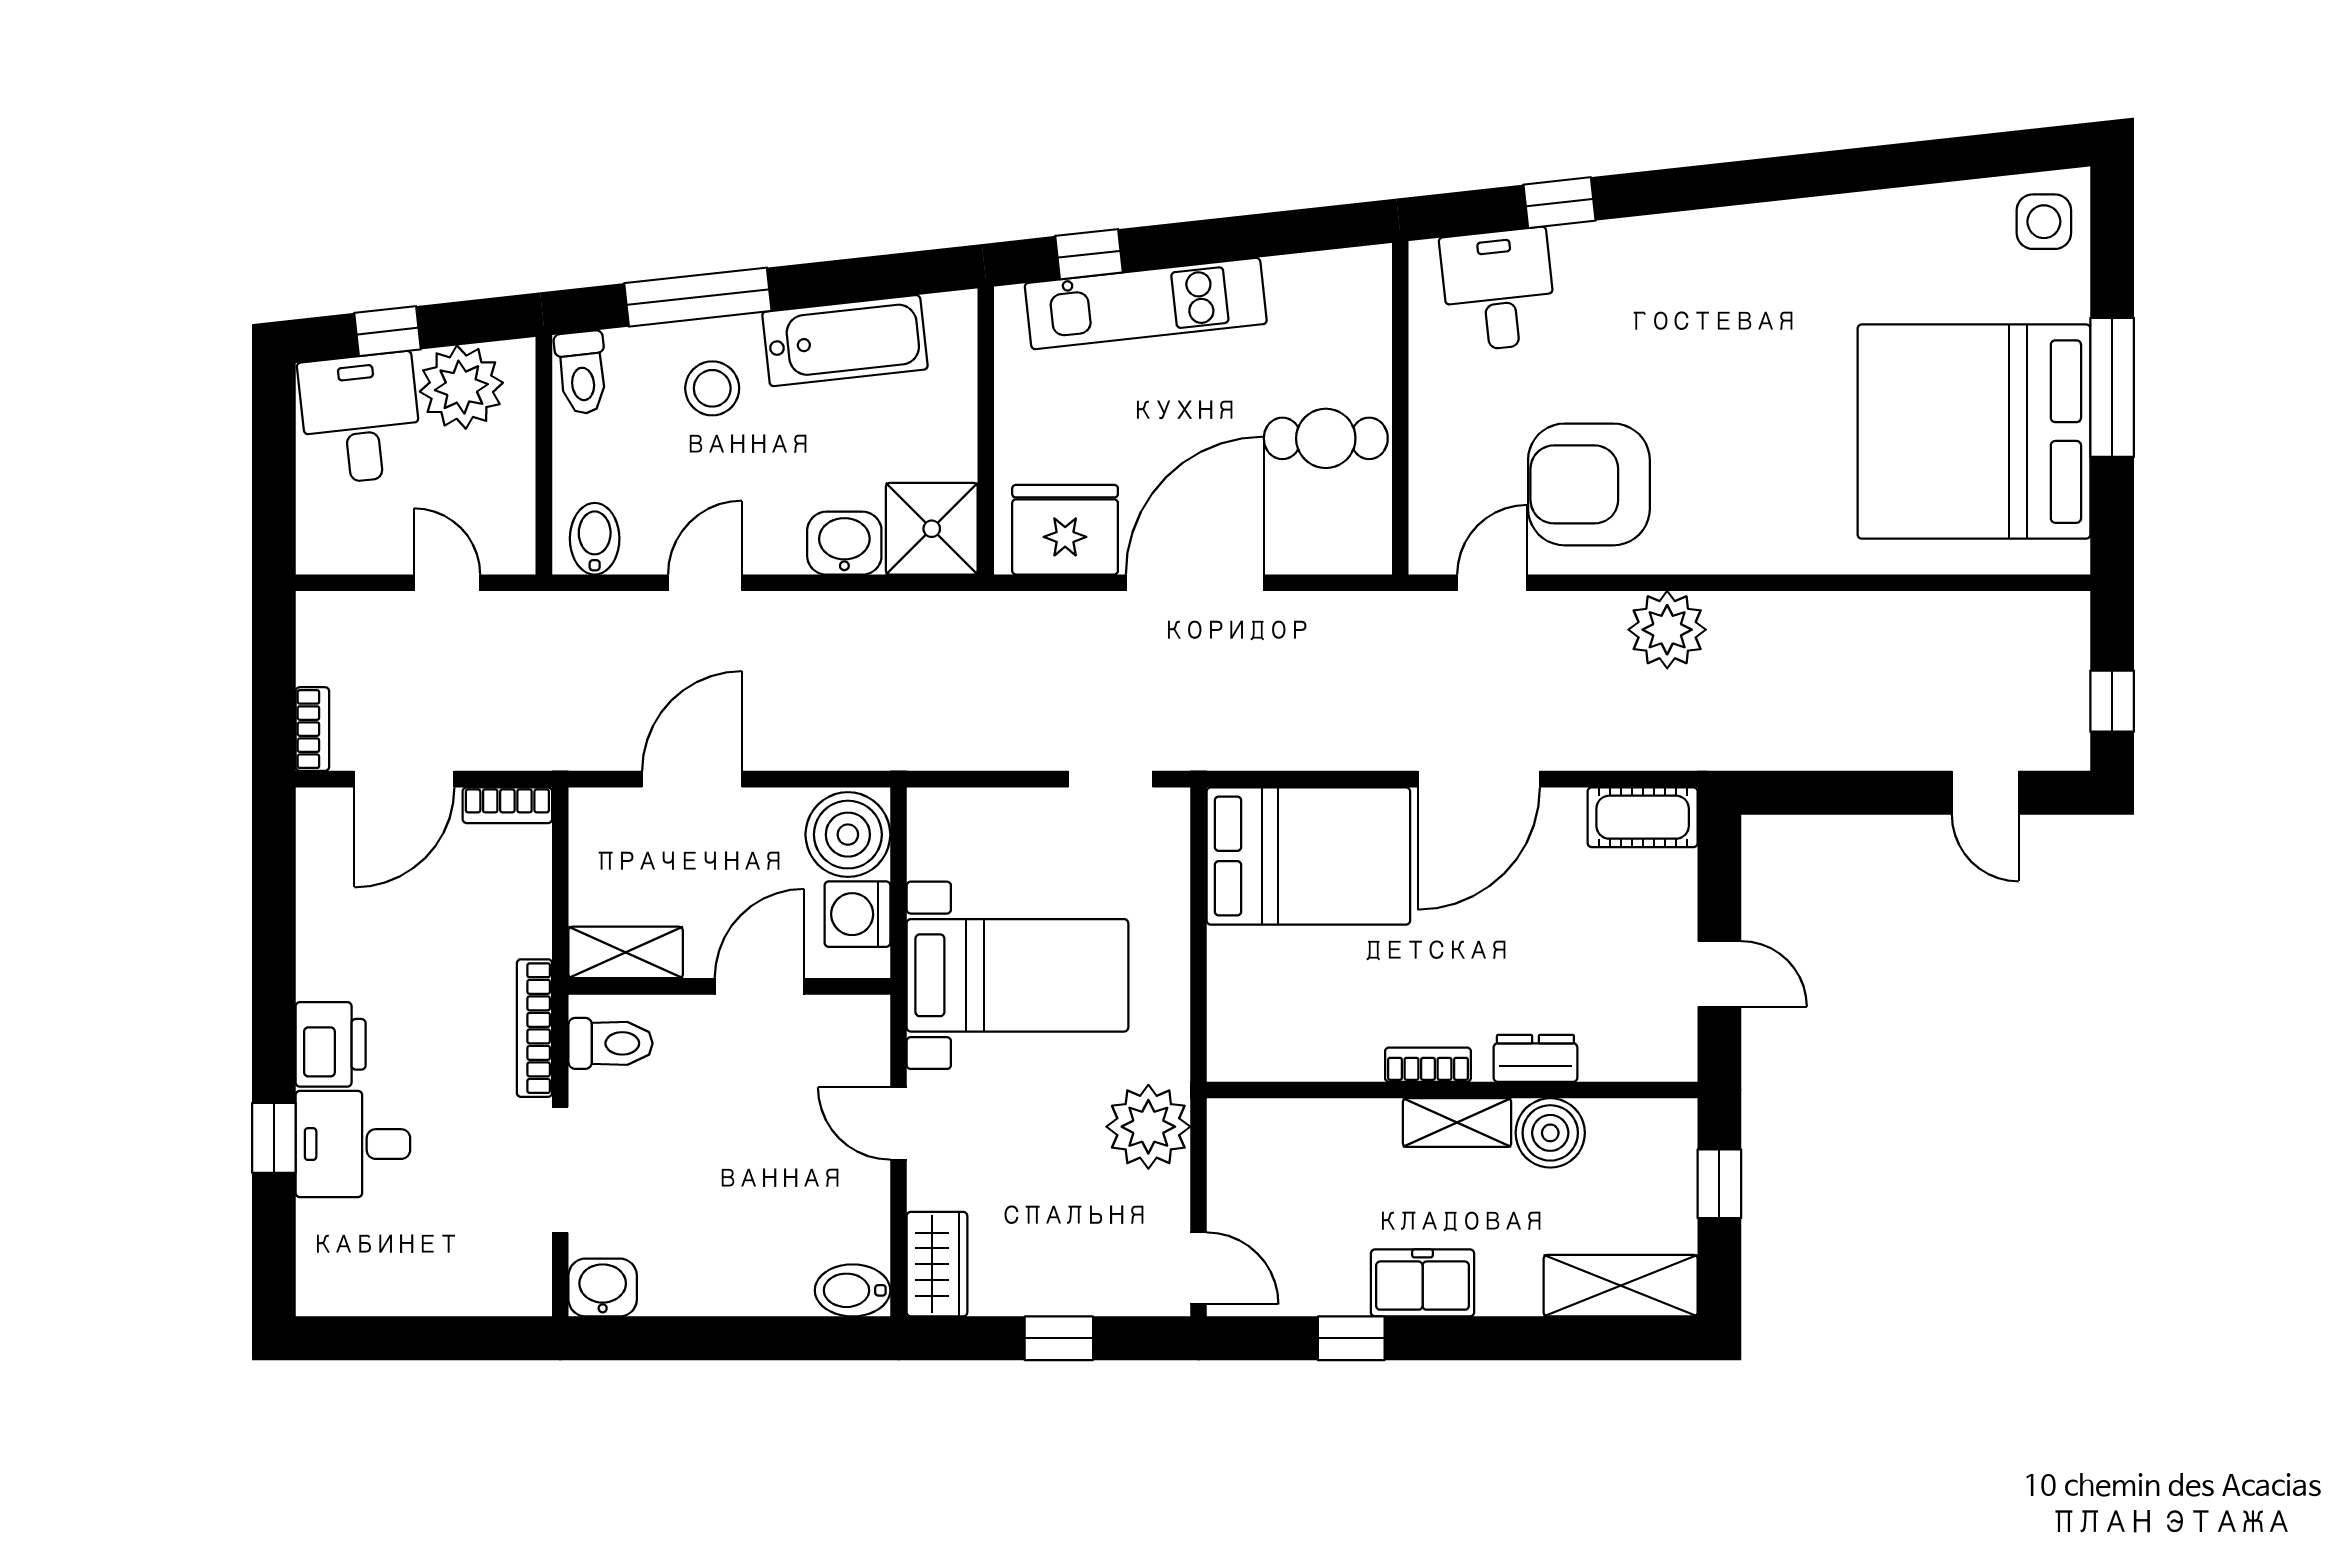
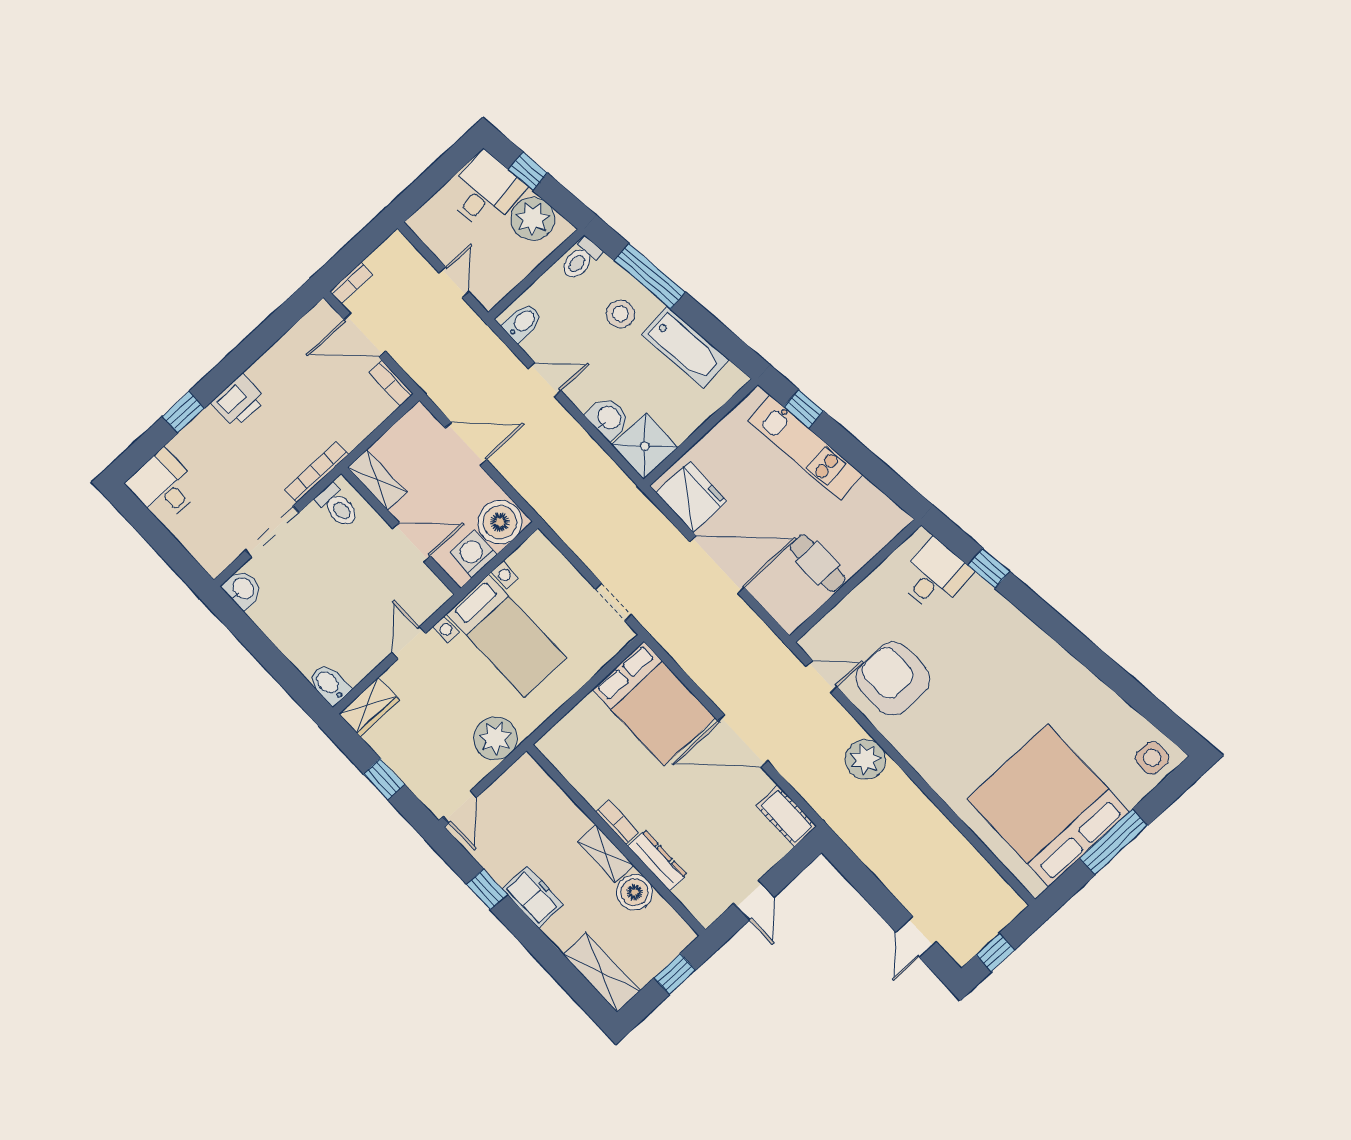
dresser: (1535, 1058) -> (657, 860), width x1.44
desk: (353, 1144) -> (164, 486), moved

